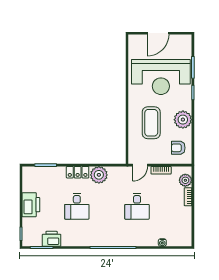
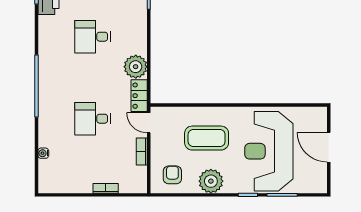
locker: (78, 172) -> (139, 96), moved
plant: (185, 180) -> (128, 185), removed

